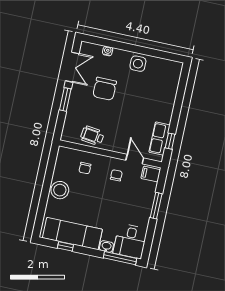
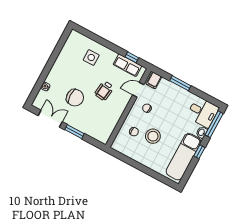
side table: (138, 64) -> (91, 57), moved
wheelchair: (92, 136) -> (104, 91), moved
stool: (60, 190) -> (153, 136), moved
window: (65, 246) -> (199, 152), moved

